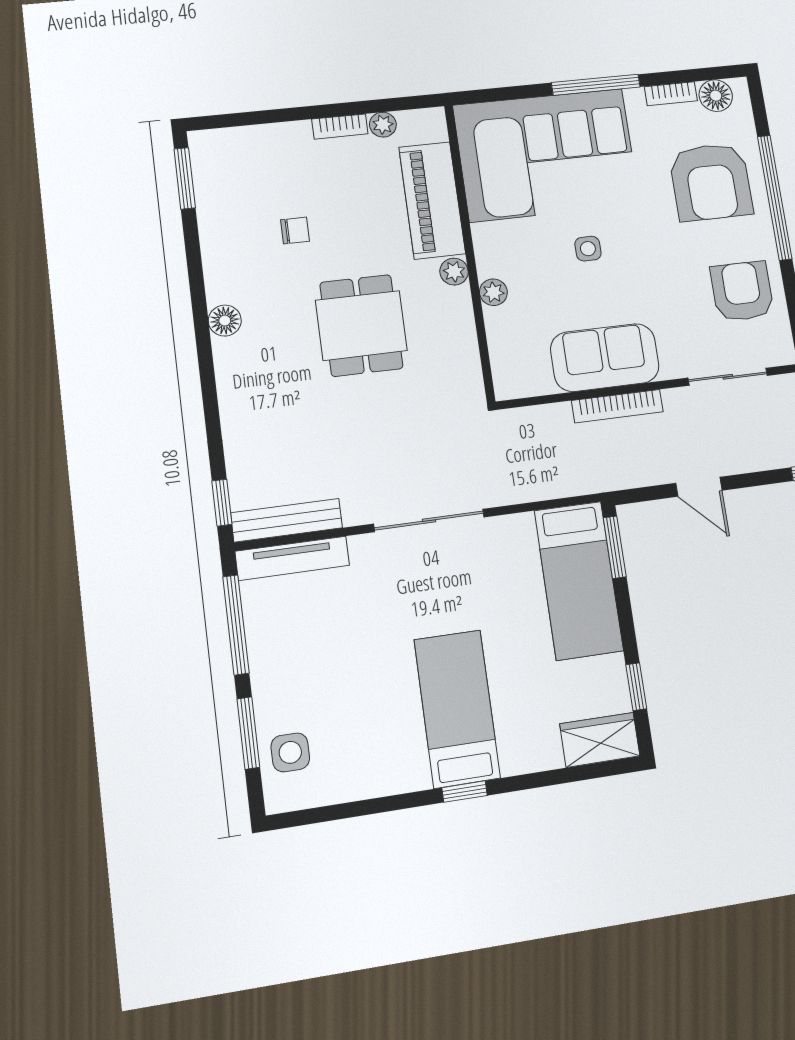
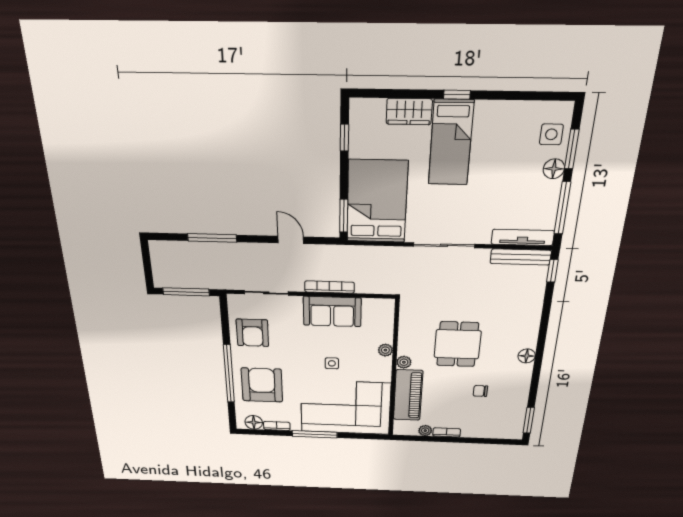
bed: (579, 580) -> (377, 202), width x1.50
floor lamp: (270, 693) -> (554, 169), added
wardrobe: (600, 740) -> (409, 112), moved

